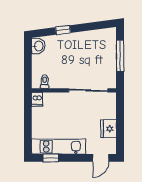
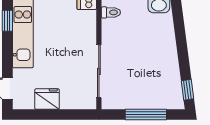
window: (63, 30) -> (187, 90), moved

